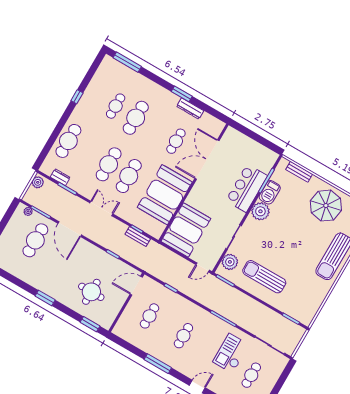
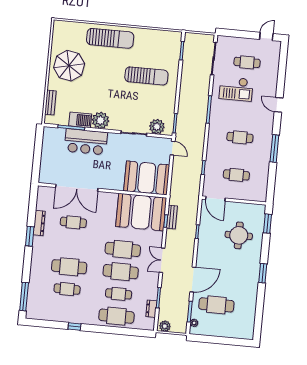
cafe table: (89, 153) -> (119, 294), added
booth: (165, 195) -> (141, 212), moved
sun lounger: (264, 277) -> (146, 76), moved, turned -90

